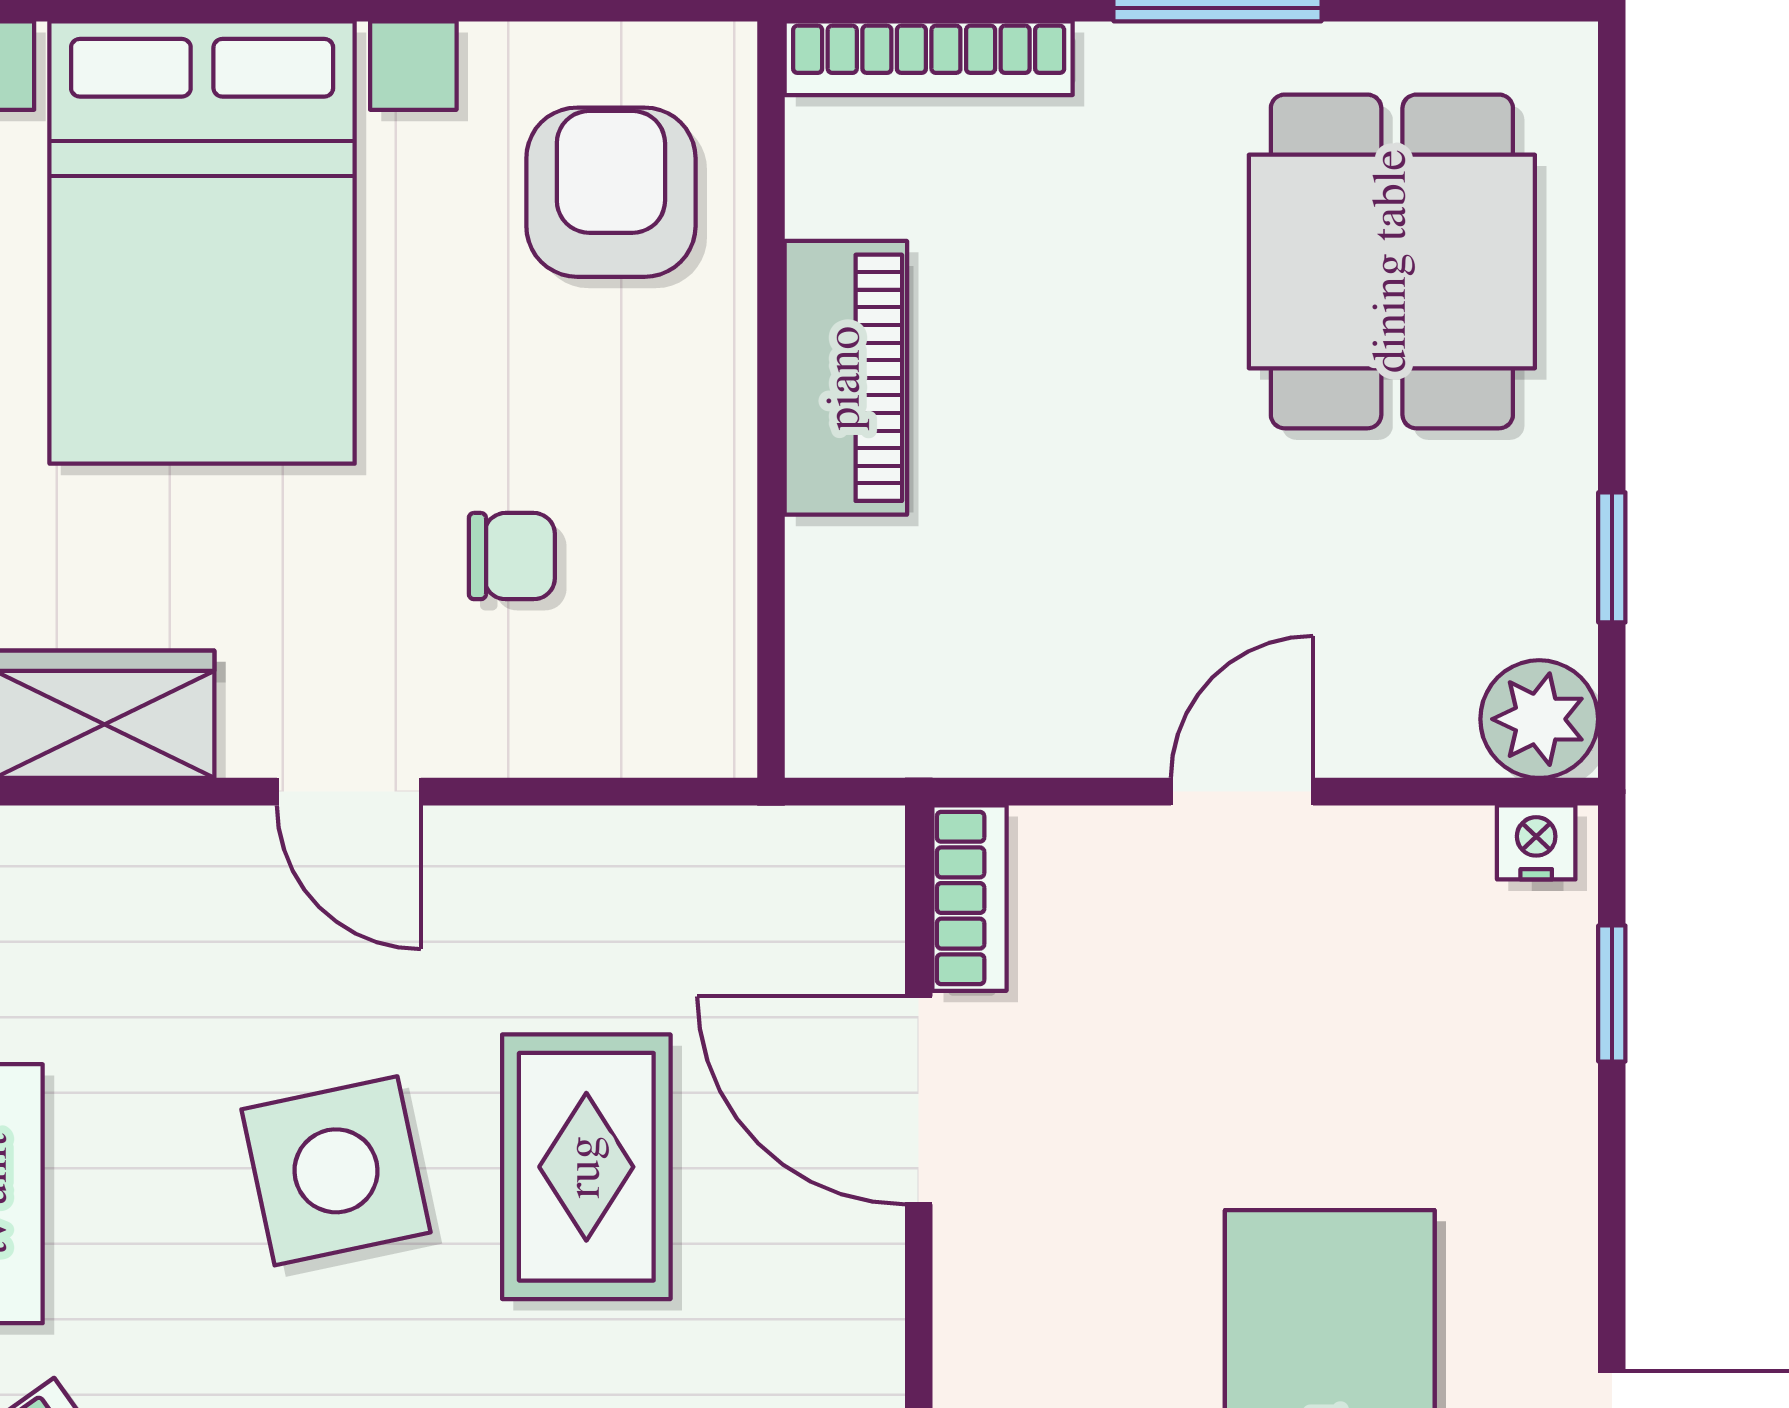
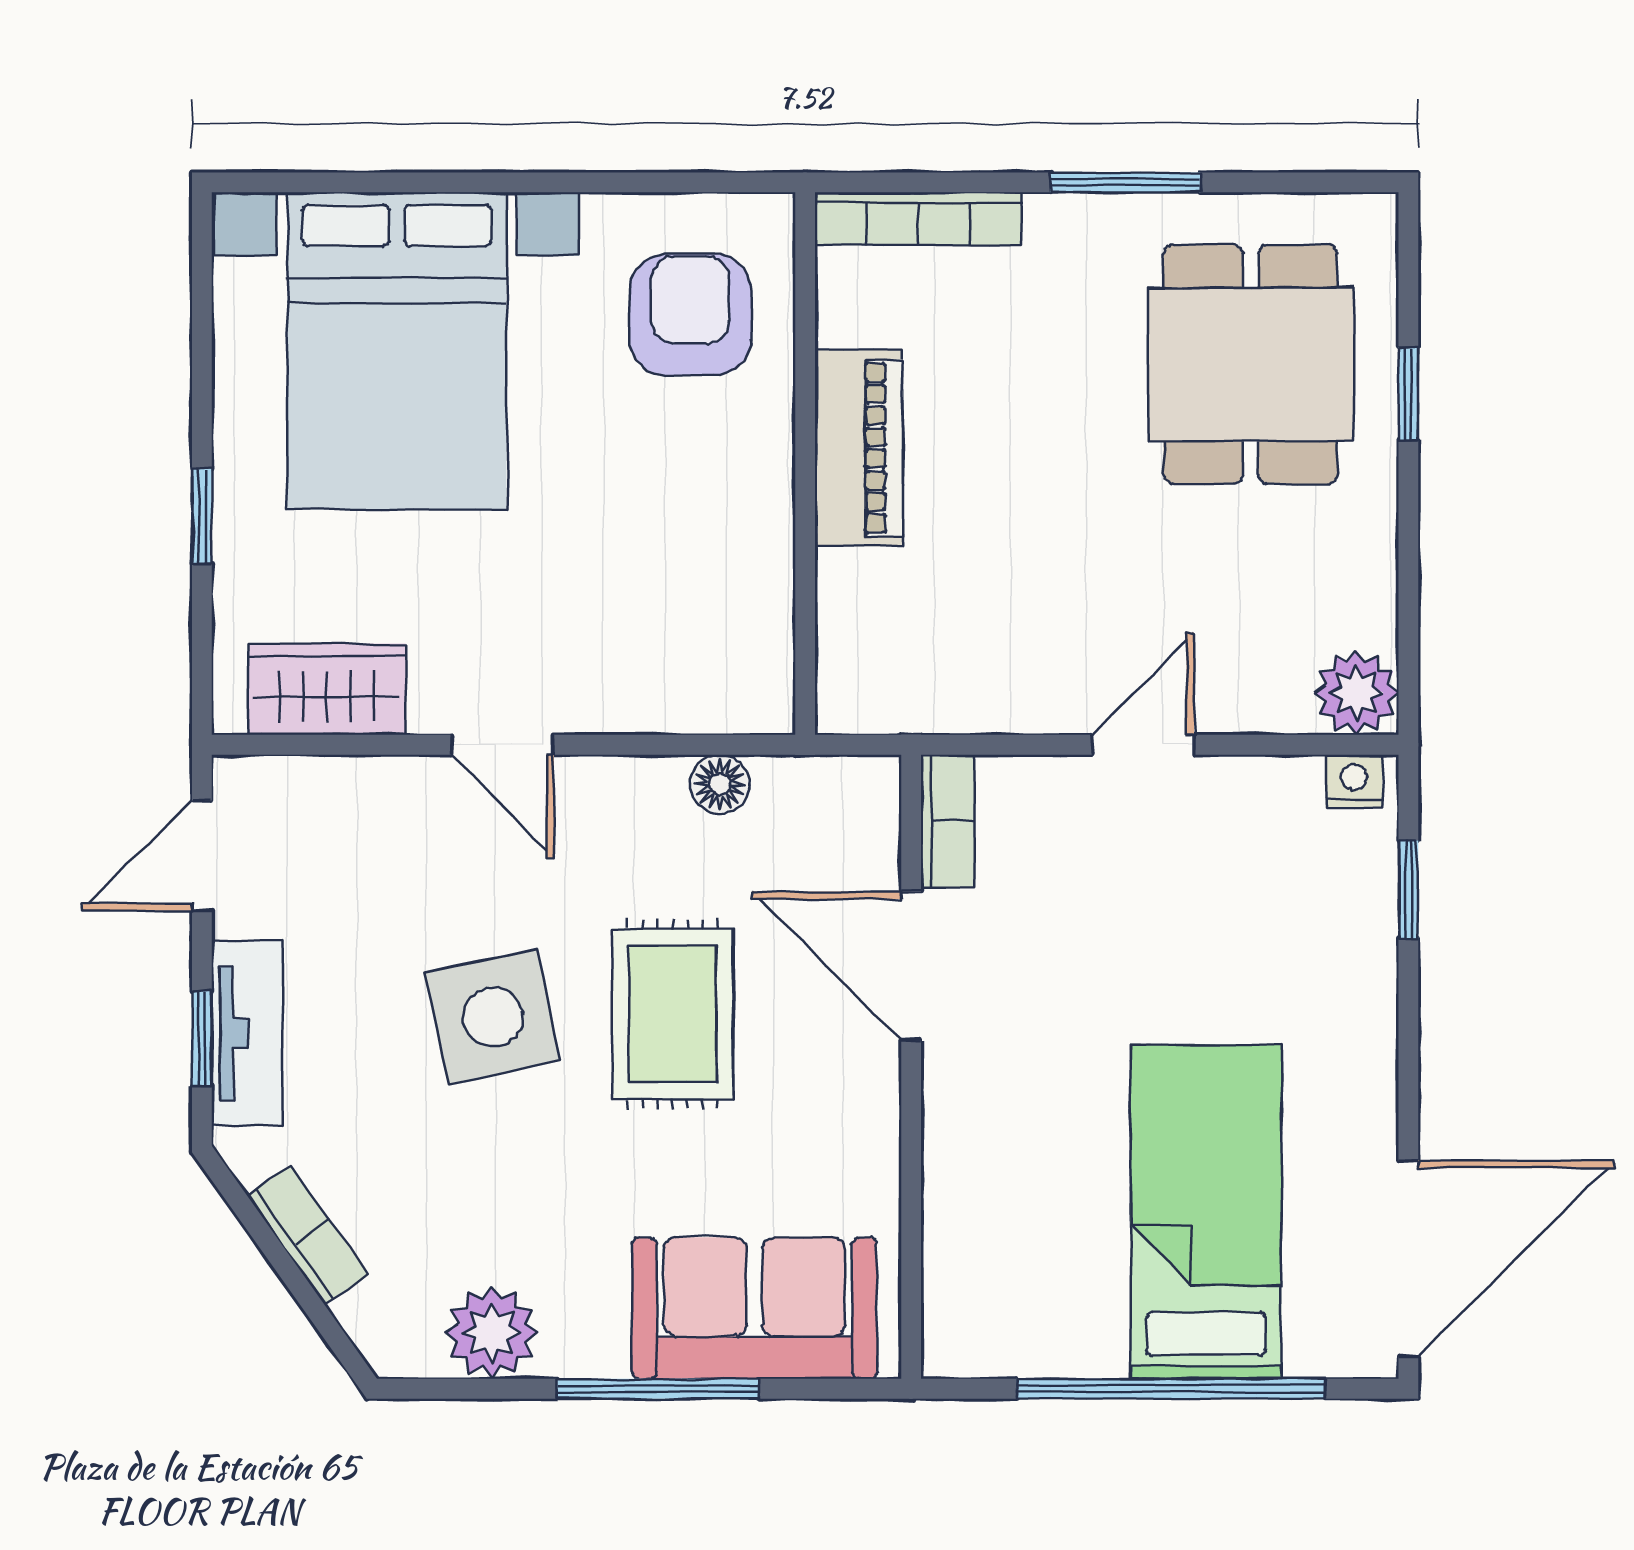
chair: (512, 556) -> (619, 576), removed
window: (1612, 557) -> (1408, 394), moved
floor lamp: (652, 846) -> (720, 784), added

